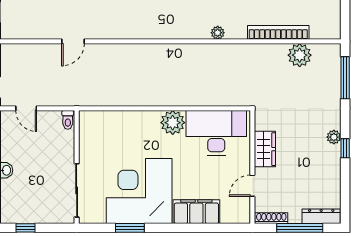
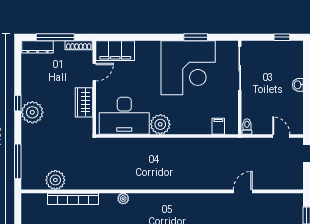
filing cabinet: (102, 120) -> (218, 126), added
plant: (334, 137) -> (32, 112), width x1.87, depth x1.87
filing cabinet: (196, 212) -> (115, 51), moved

